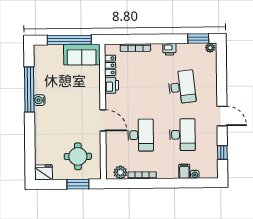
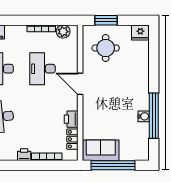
printer: (169, 49) -> (24, 155), moved
water cooler: (39, 100) -> (144, 116), moved

